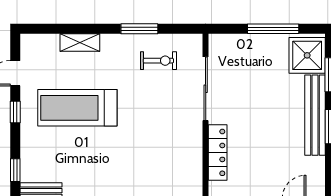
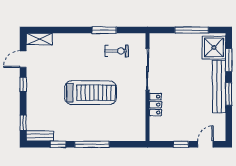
shelving: (80, 43) -> (39, 39), moved
treadmill: (77, 108) -> (91, 93), moved, turned 180
locker: (218, 152) -> (155, 105), width x0.66

